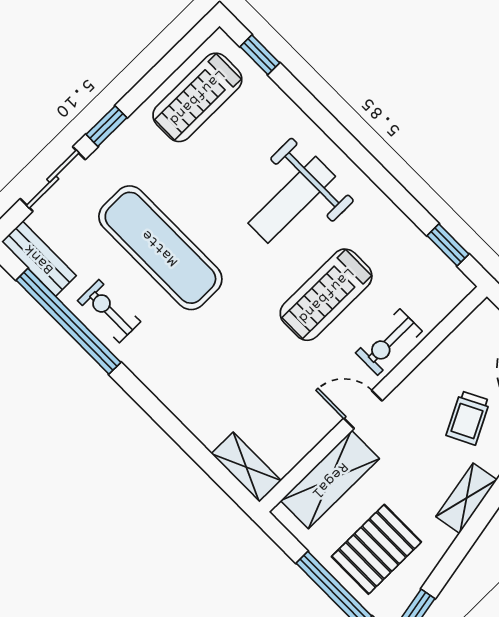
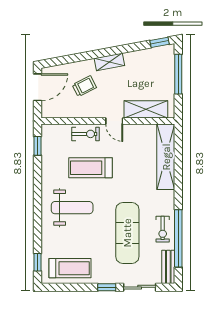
treadmill: (326, 295) -> (91, 168), turned 180
shelving: (246, 467) -> (166, 157), width x2.20, depth x1.33
pallet: (376, 549) -> (153, 74), removed

